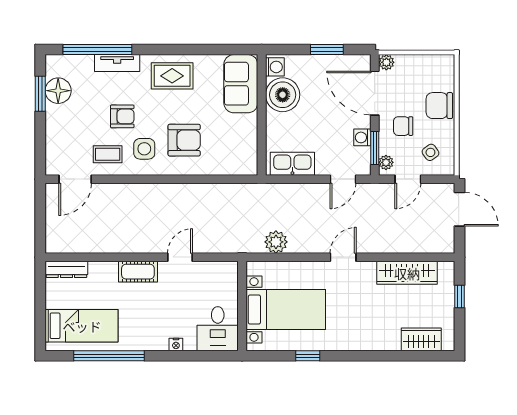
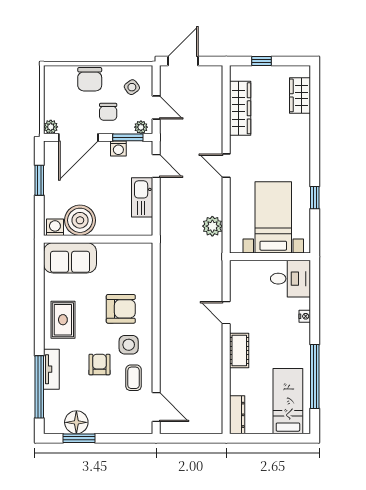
armchair: (184, 140) -> (121, 309), turned 90
kitchen sink: (292, 164) -> (142, 197), moved

